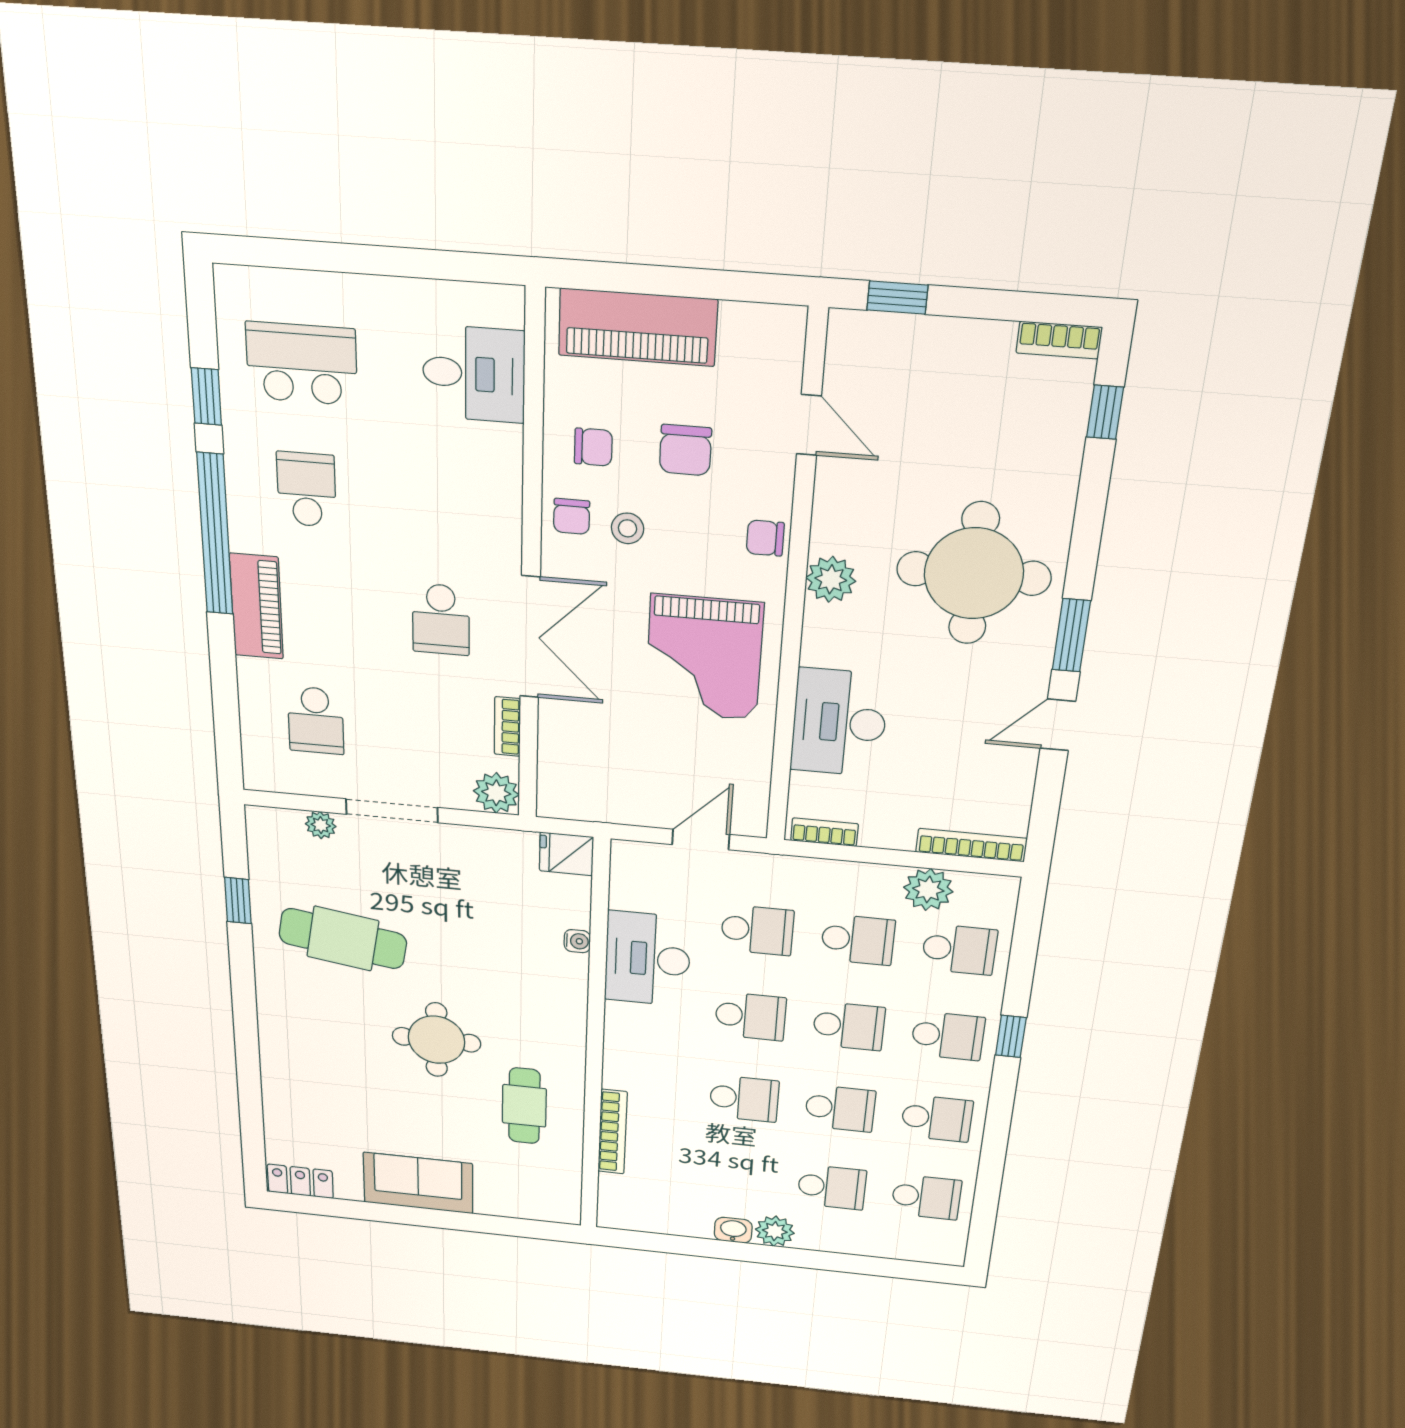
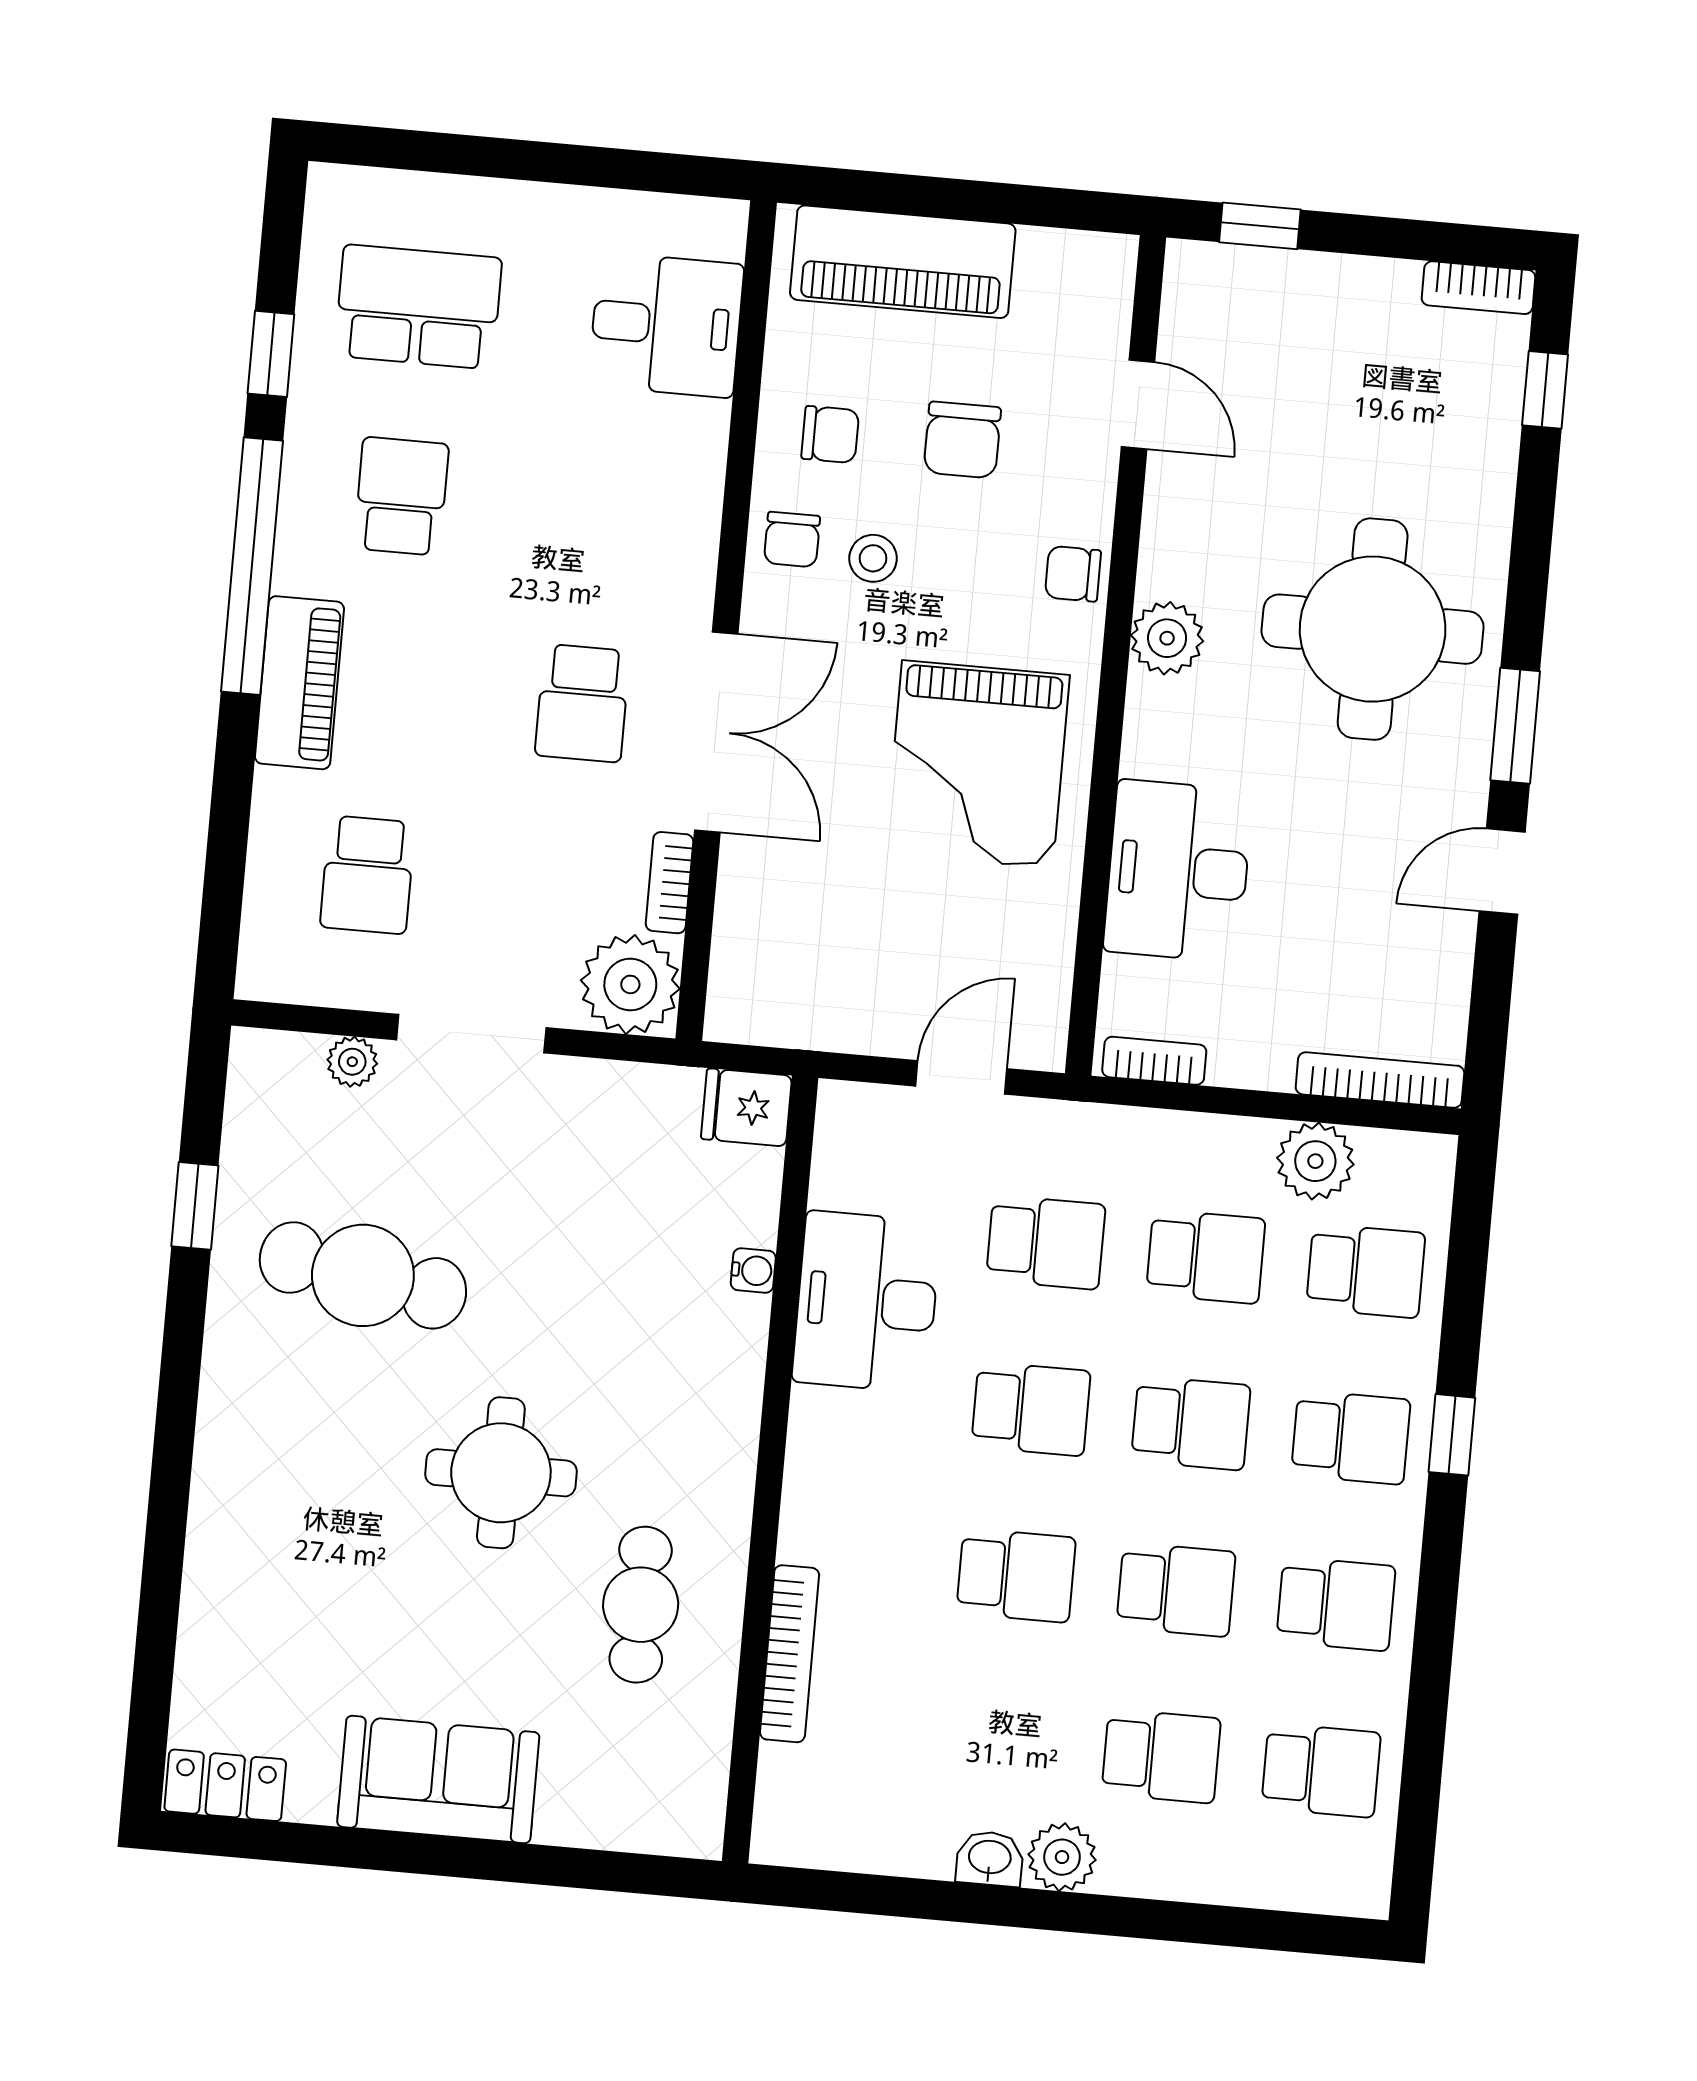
plant: (496, 793) -> (630, 984), width x1.36, depth x1.36

